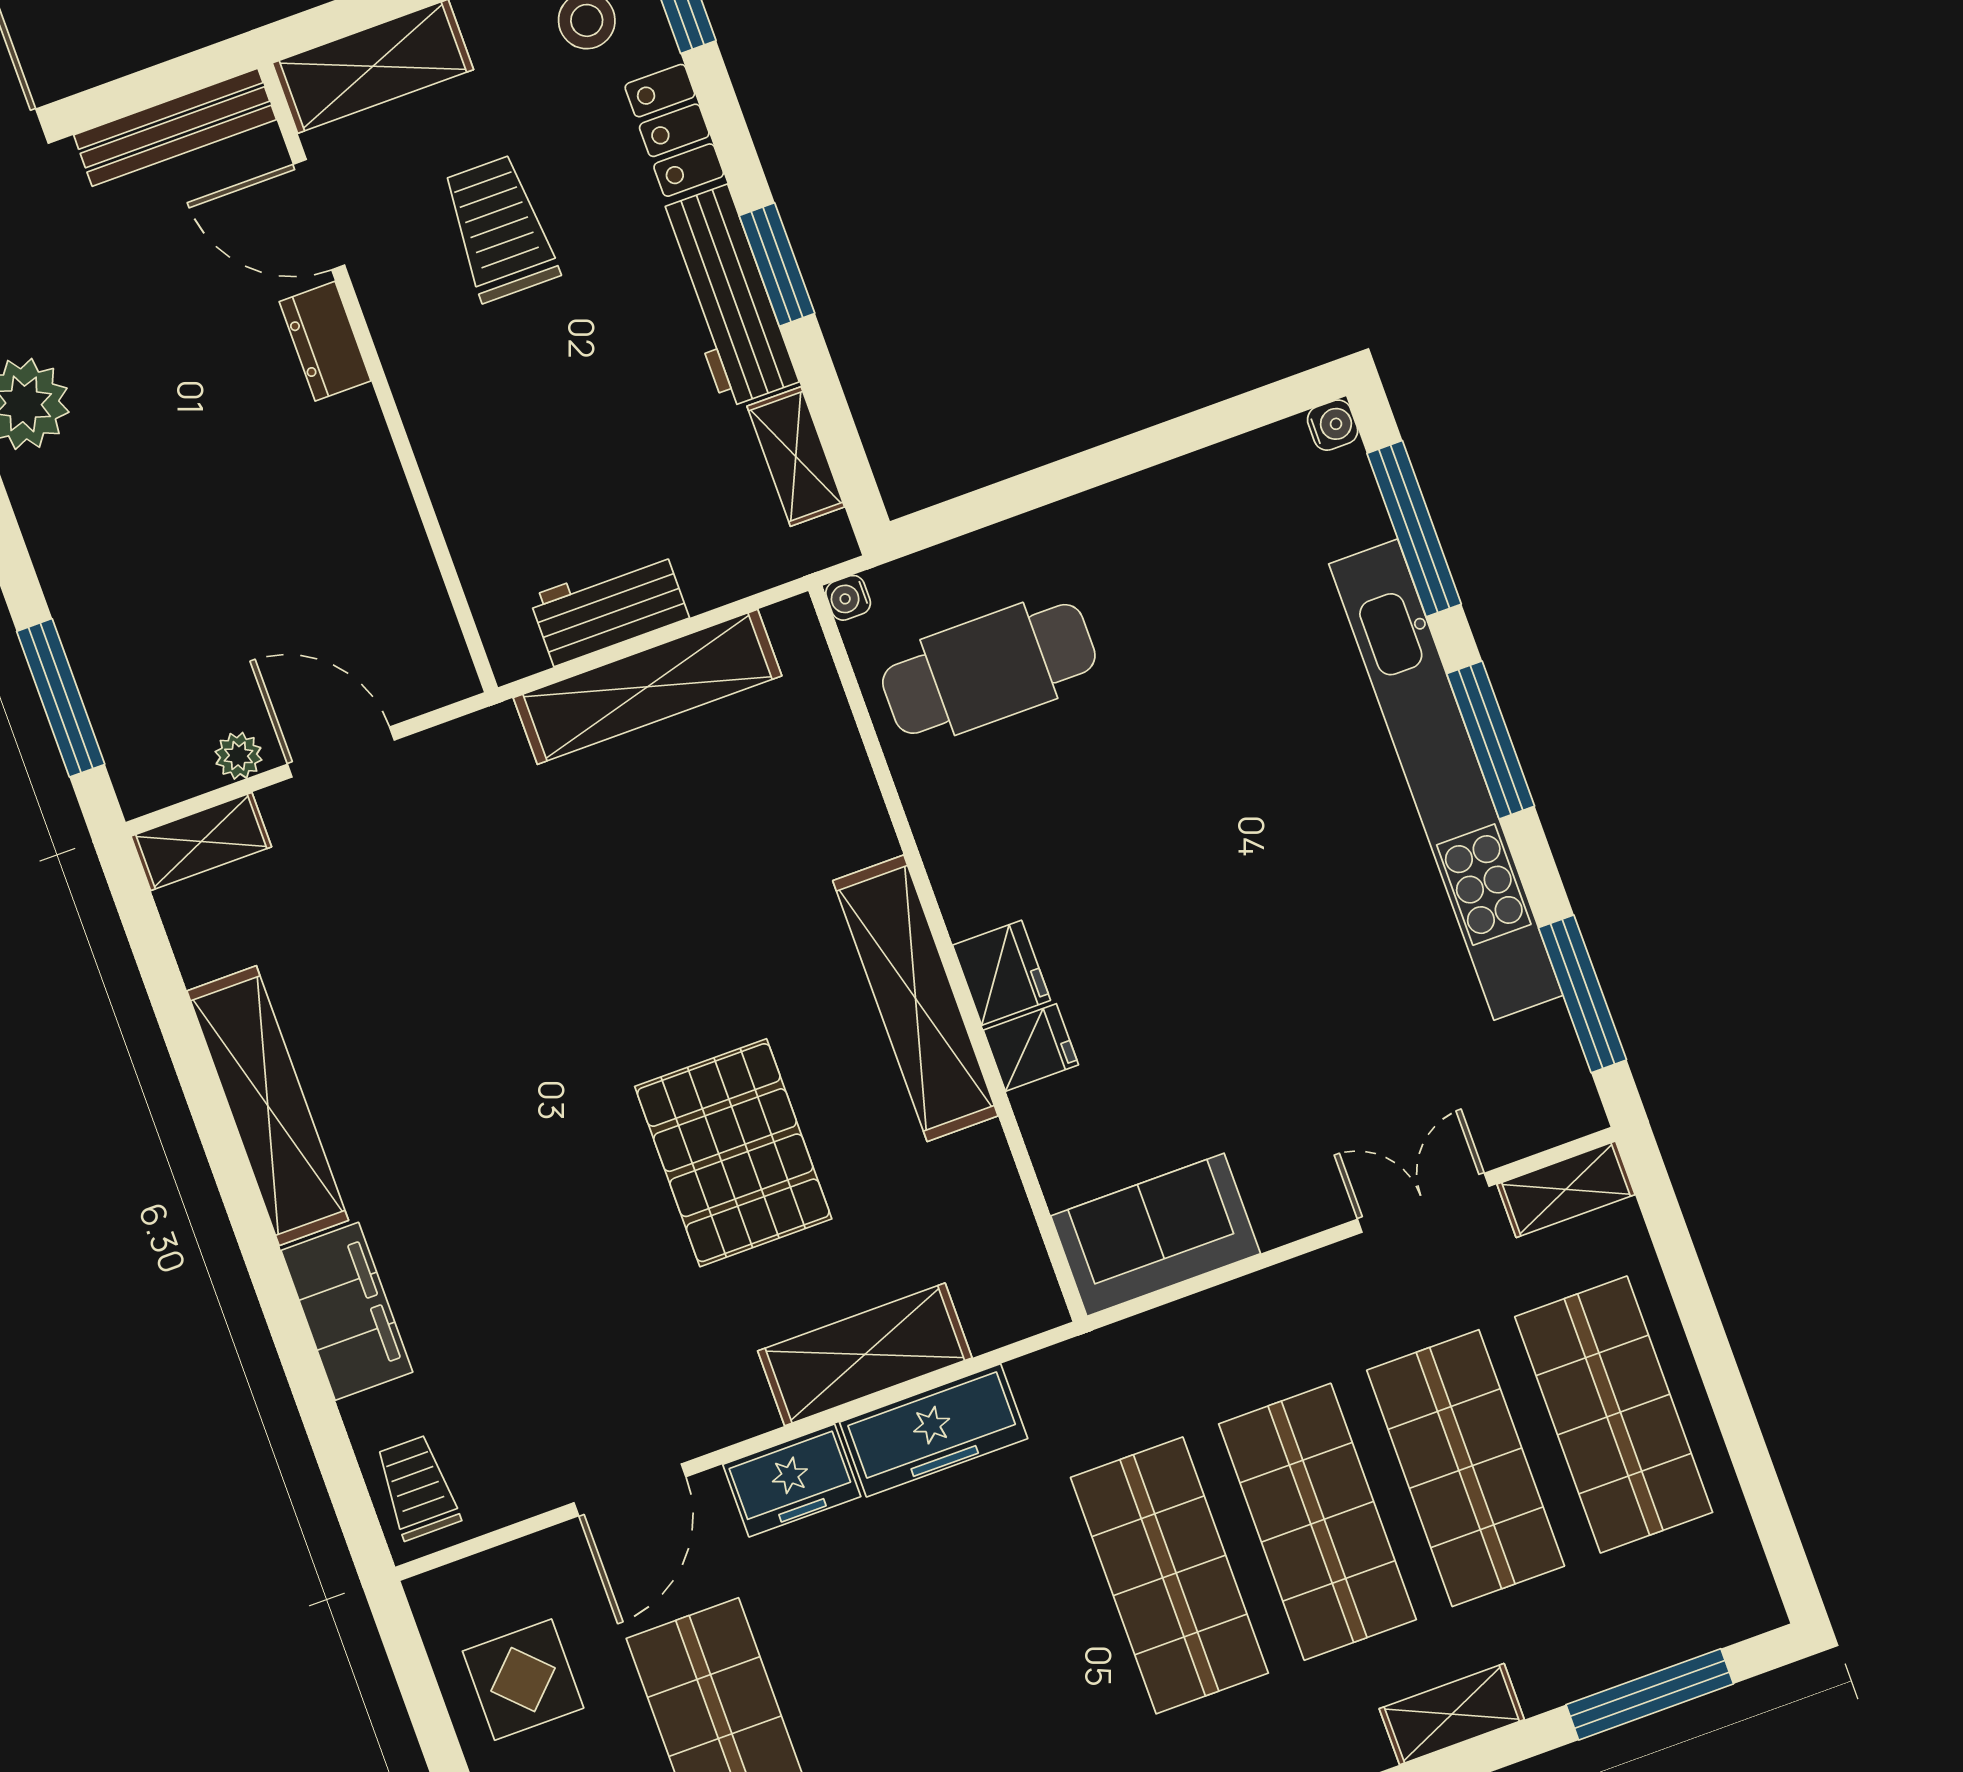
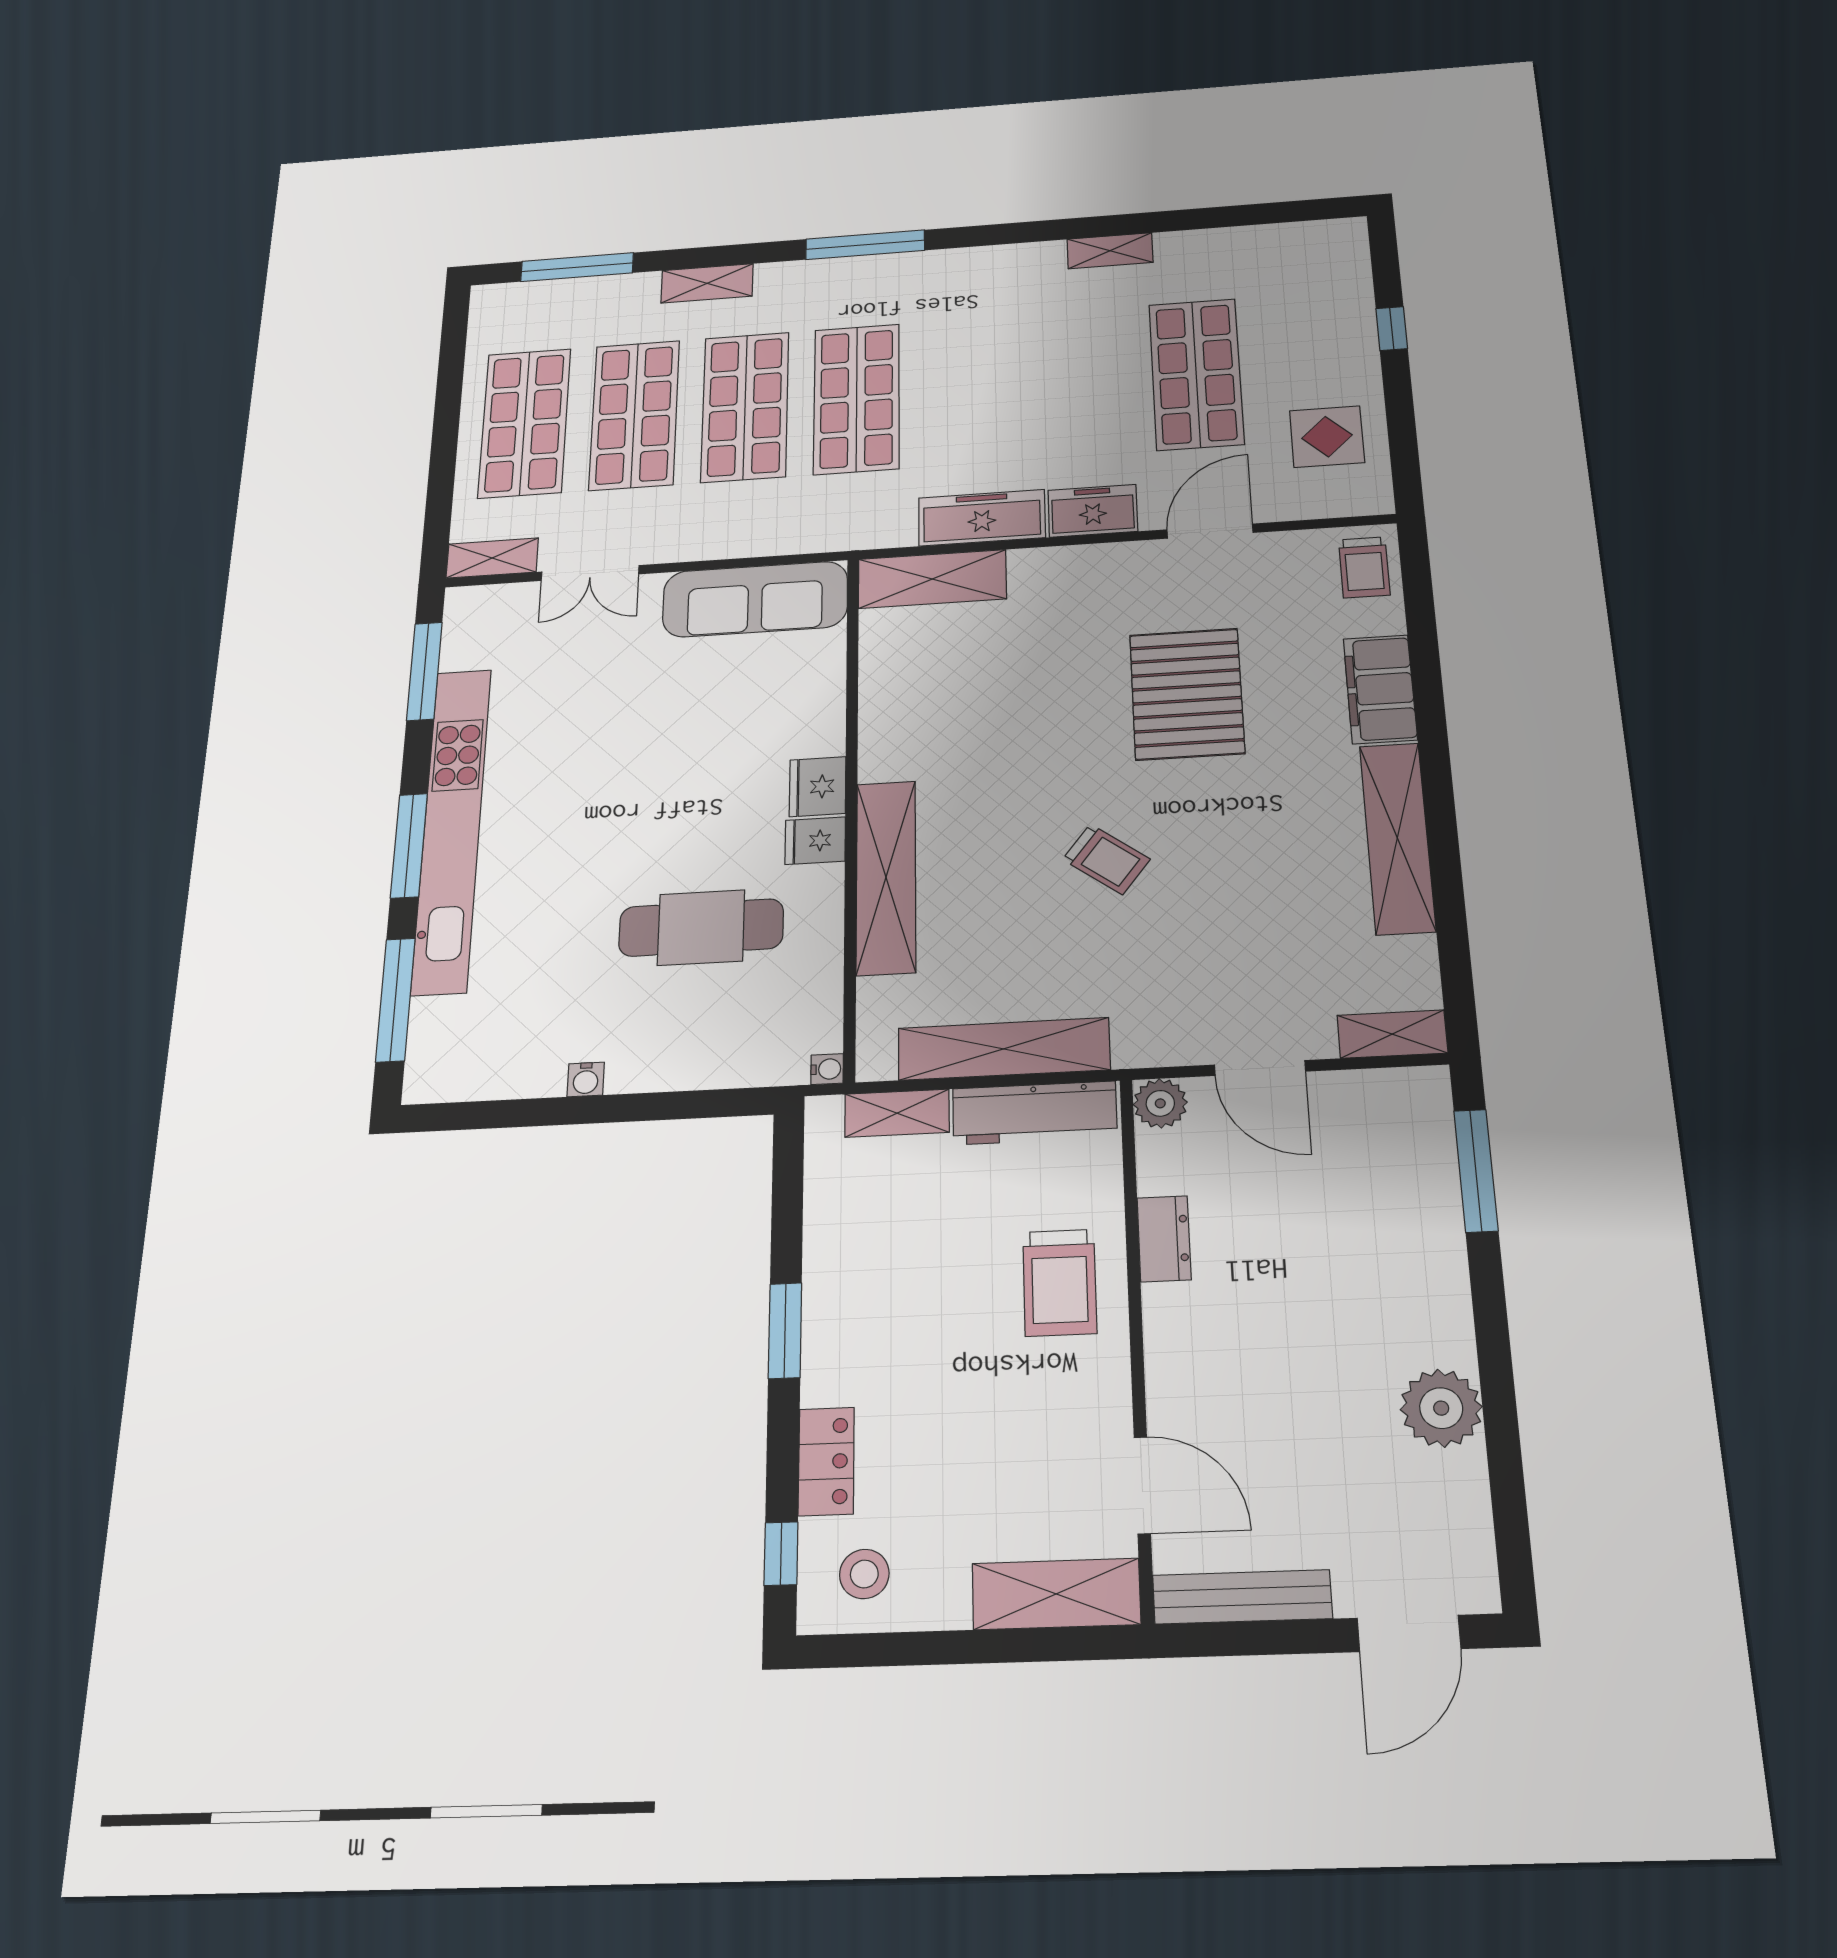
trolley: (500, 228) -> (1060, 1282), moved
workbench: (726, 296) -> (834, 1318), removed
dresser: (325, 341) -> (1164, 1239), moved
water cooler: (1333, 425) -> (586, 1079), moved, turned -90
shelving: (796, 456) -> (897, 1113), moved, turned 90
workbench: (609, 607) -> (1035, 1113), width x1.38
cafe table: (989, 669) -> (701, 928), moved
plant: (238, 756) -> (1160, 1103), moved, width x1.38, depth x1.38
trolley: (609, 975) -> (1106, 859), added
shelving: (915, 998) -> (886, 877), moved
fridge: (1031, 1047) -> (815, 841), moved
pallet: (733, 1153) -> (1187, 694), moved
sofa: (1156, 1235) -> (755, 599), width x1.36
shelving: (865, 1354) -> (932, 579), moved

